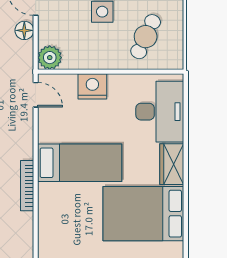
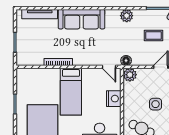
floor lamp: (24, 30) -> (126, 61), moved
door: (36, 95) -> (109, 67), hinge flipped

